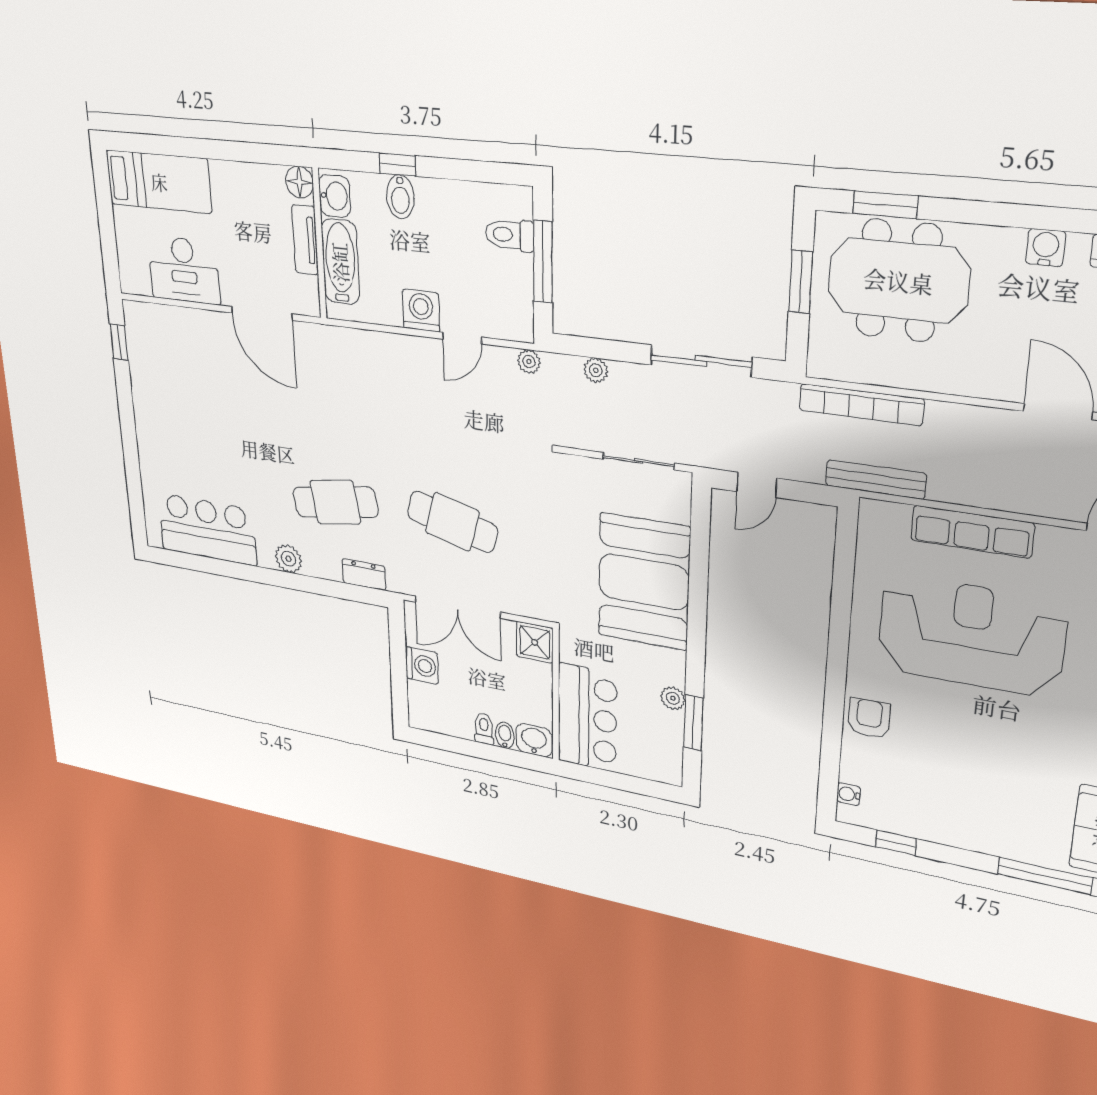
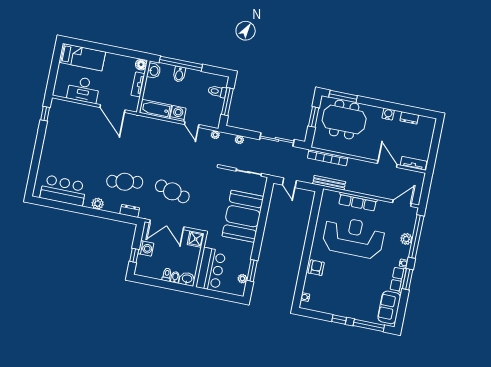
window: (397, 165) -> (181, 64), width x3.17
window: (885, 205) -> (343, 96), width x1.44
bathtub: (340, 262) -> (156, 109), moved, turned -90
door: (462, 338) -> (192, 125), hinge flipped
door: (757, 485) -> (289, 183), hinge flipped
window: (399, 682) -> (134, 255), added
plant: (673, 698) -> (242, 279), moved
window: (896, 843) -> (339, 319), moved

